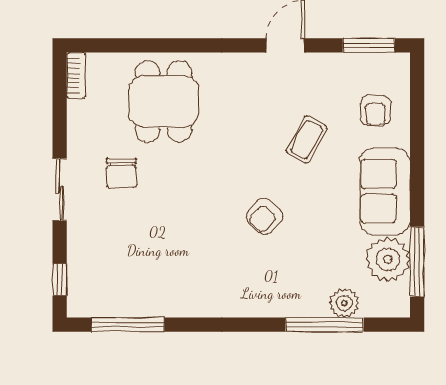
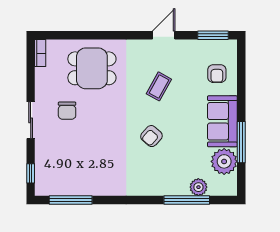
dining table: (164, 101) -> (92, 68), turned 90
coffee table: (307, 140) -> (159, 86), moved
window: (417, 262) -> (241, 142), moved

